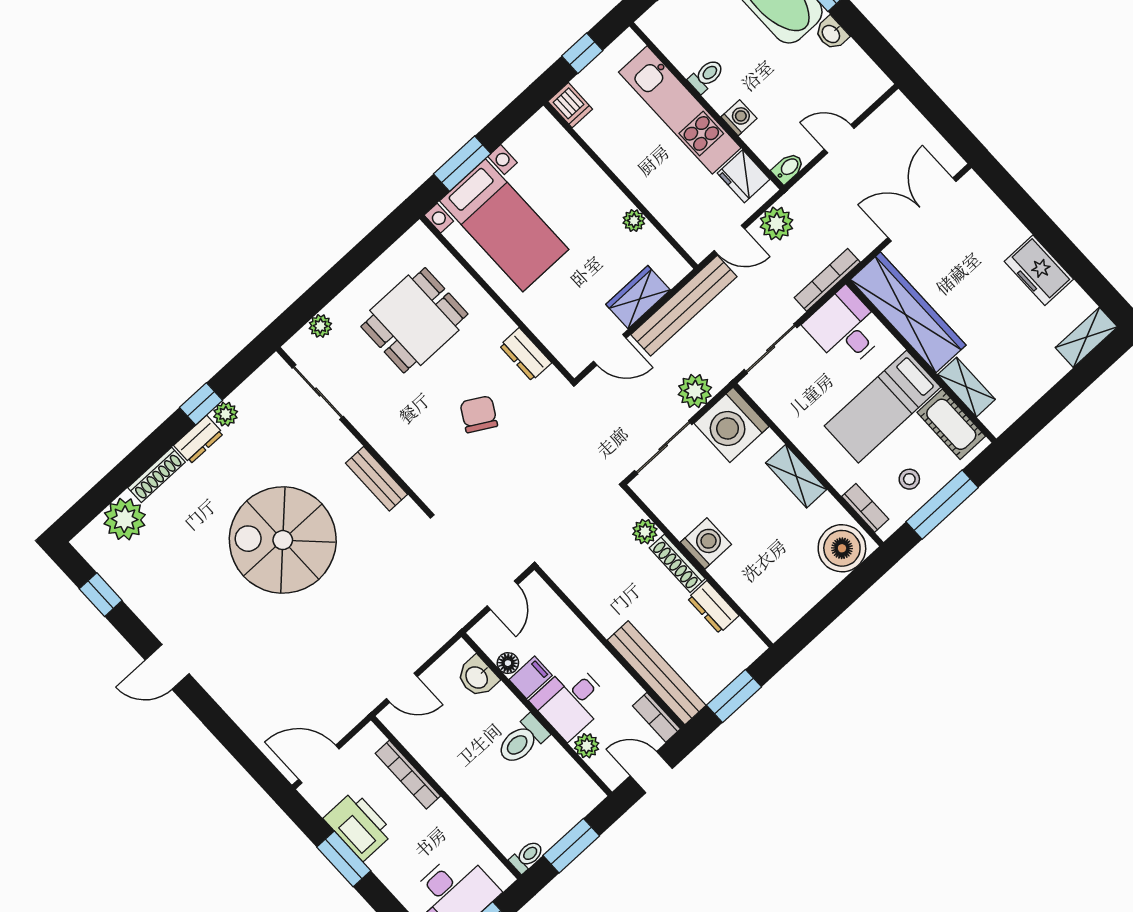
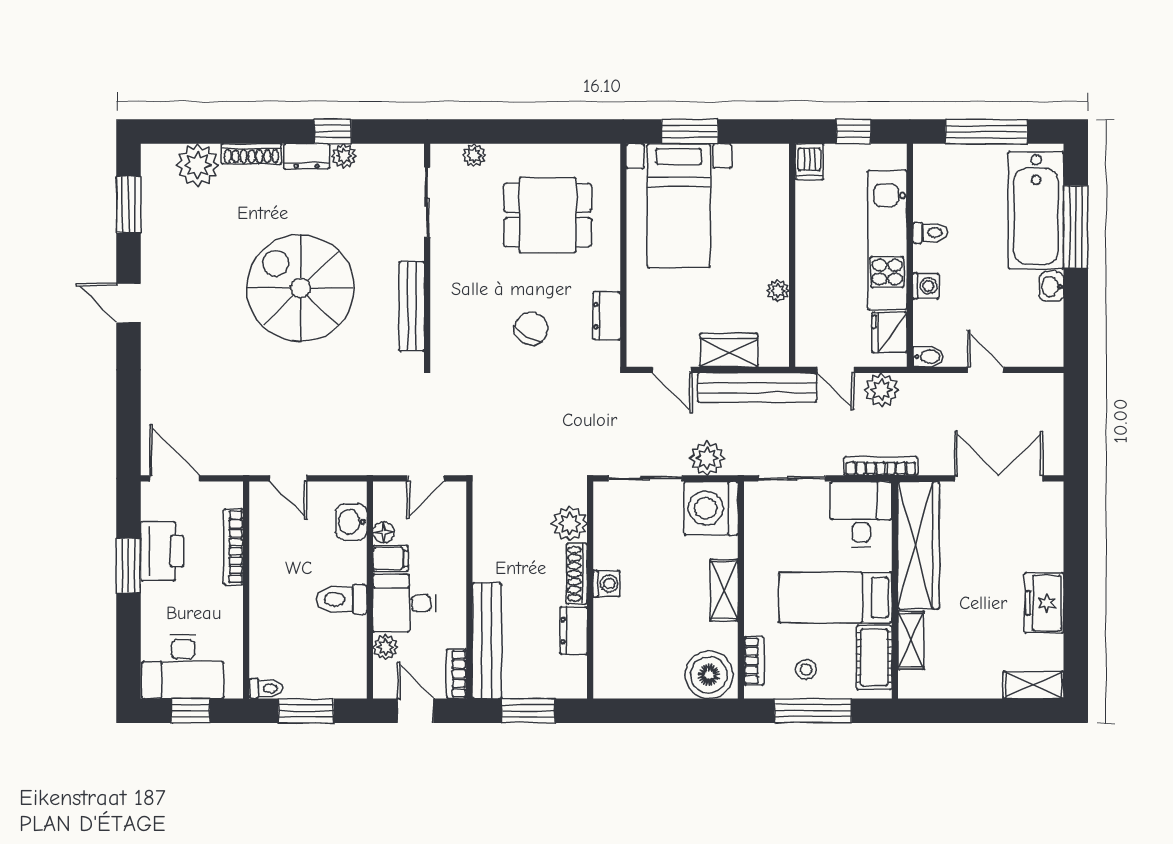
bench: (376, 479) -> (412, 306), width x1.36
plant: (645, 532) -> (570, 524), width x1.38, depth x1.38
washing machine: (706, 543) -> (606, 584), width x0.73, depth x0.73
window: (101, 595) -> (129, 205), width x1.50

